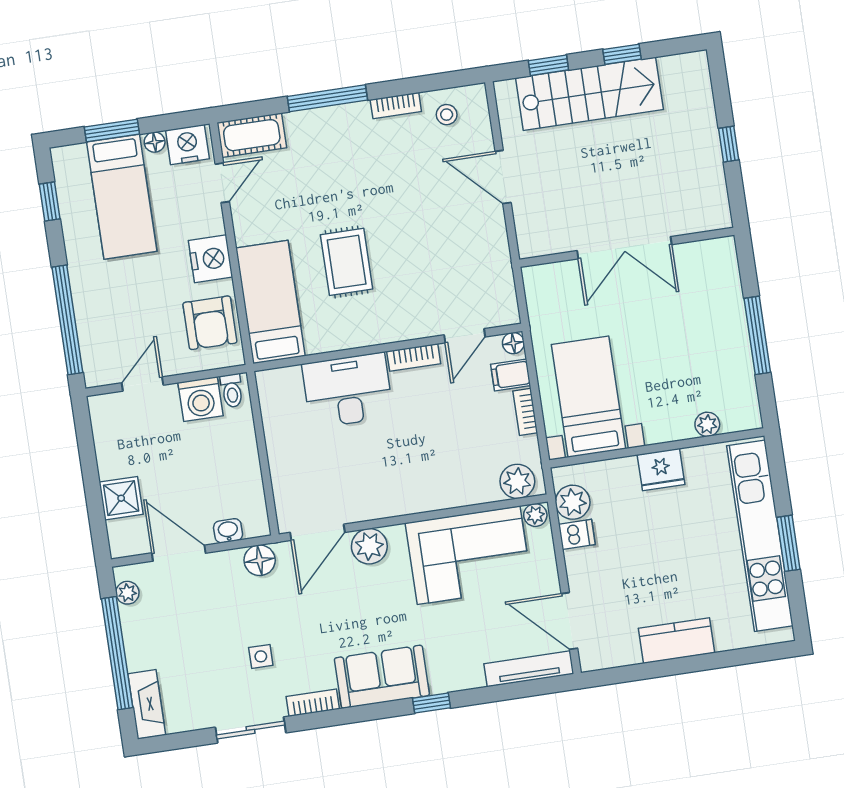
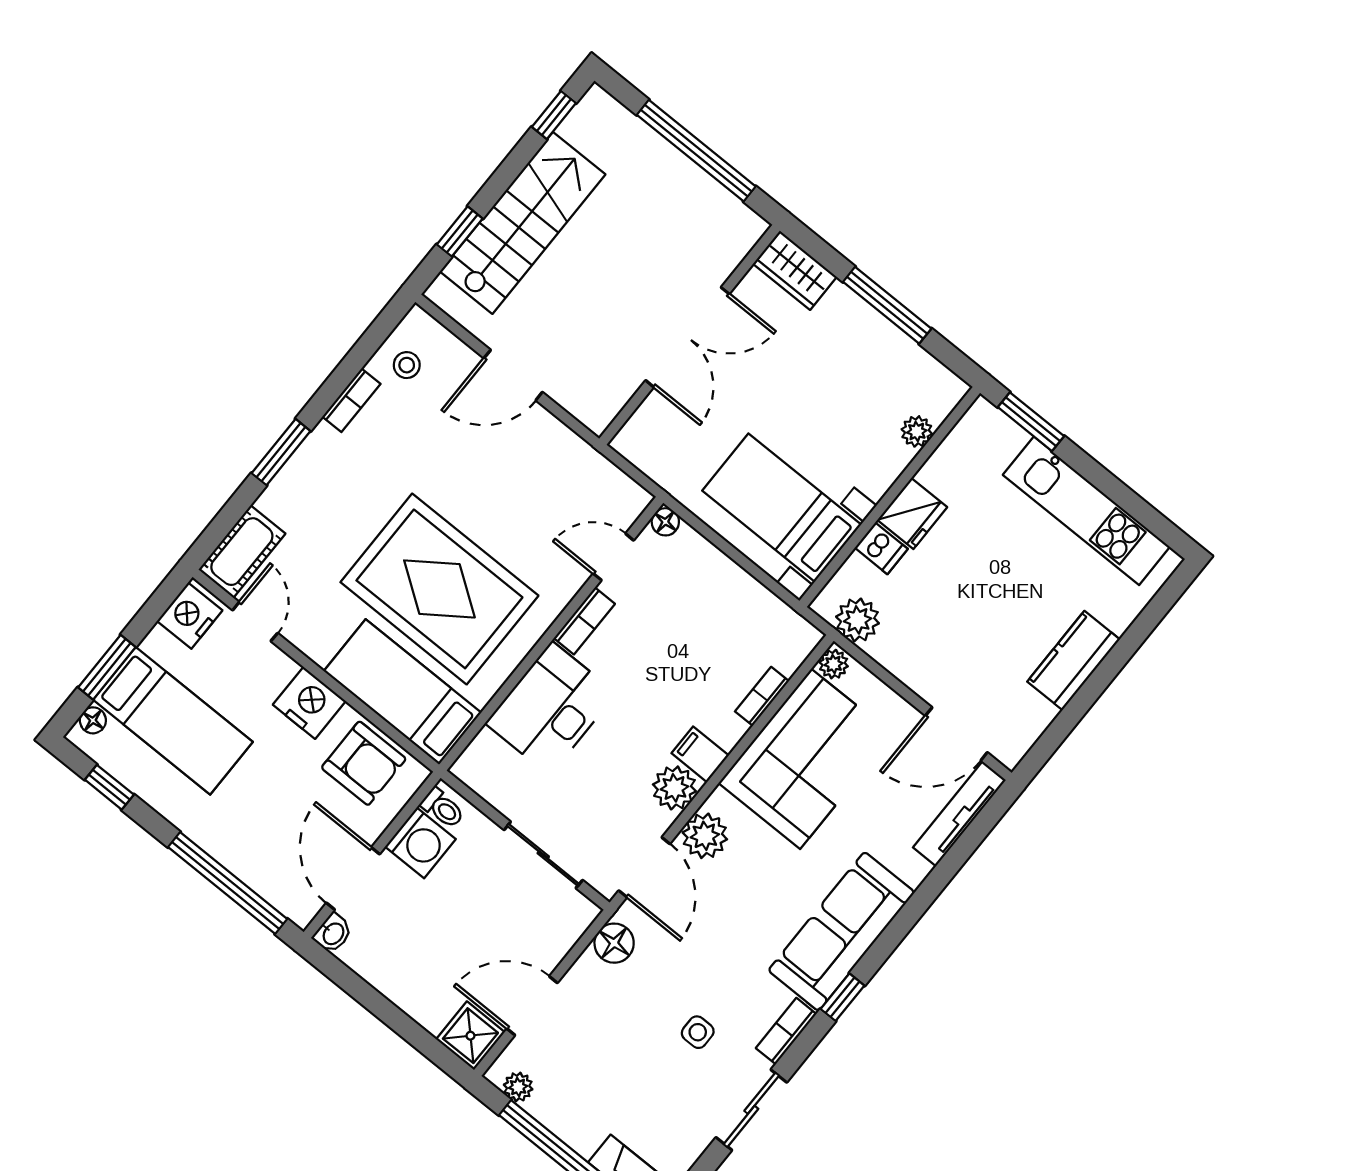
window: (622, 54) -> (554, 115), moved
window: (327, 98) -> (281, 452), width x0.69
floor lamp: (155, 142) -> (93, 720), moved
window: (729, 144) -> (696, 151), width x3.17
rug: (347, 262) -> (439, 589), width x1.86, depth x2.06
wardrobe: (722, 266) -> (795, 270), added
door: (465, 336) -> (613, 557), swing flipped
filing cabinet: (511, 375) -> (700, 754), moved, turned 90
door: (142, 384) -> (353, 878), width x1.37
bookcase: (525, 412) -> (762, 696), moved, turned 90
sliding door: (265, 471) -> (543, 855), added
plant: (517, 481) -> (674, 788), moved
shower: (121, 498) -> (470, 1036), moved
washbasin: (228, 531) -> (333, 933), moved, turned 180
dishwasher: (577, 534) -> (881, 548), moved, turned 90
kitchen unit: (760, 536) -> (1086, 511), width x0.73
window: (788, 543) -> (1031, 422), moved
sofa: (382, 677) -> (841, 931), width x1.36
window: (431, 703) -> (843, 997), moved

